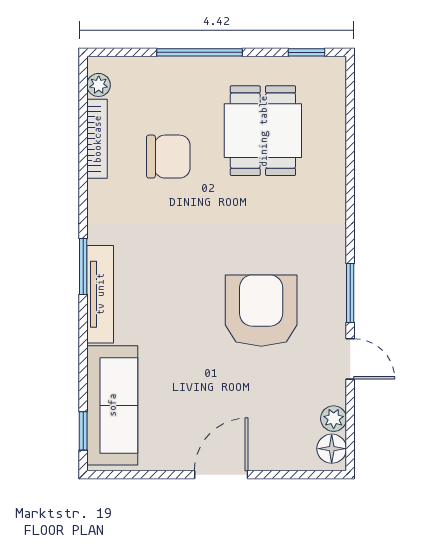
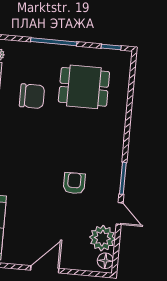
dining table: (263, 131) -> (84, 87), turned 90
armchair: (261, 311) -> (74, 183), width x0.53, depth x0.53
plant: (334, 419) -> (102, 238), width x1.87, depth x1.87

